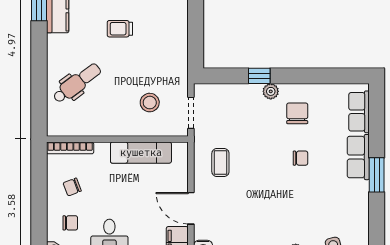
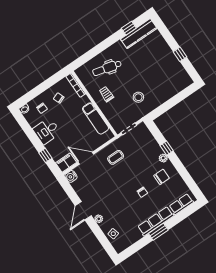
trolley: (120, 29) -> (106, 94), moved
dental chair: (77, 83) -> (107, 68), turned 141
stool: (150, 103) -> (138, 97), moved
row of seats: (358, 157) -> (156, 221), width x1.48
door: (191, 208) -> (86, 158), hinge flipped

